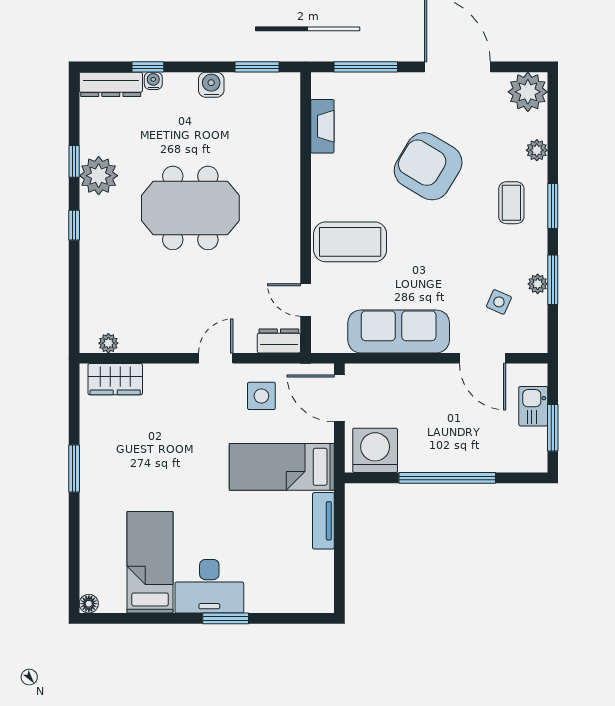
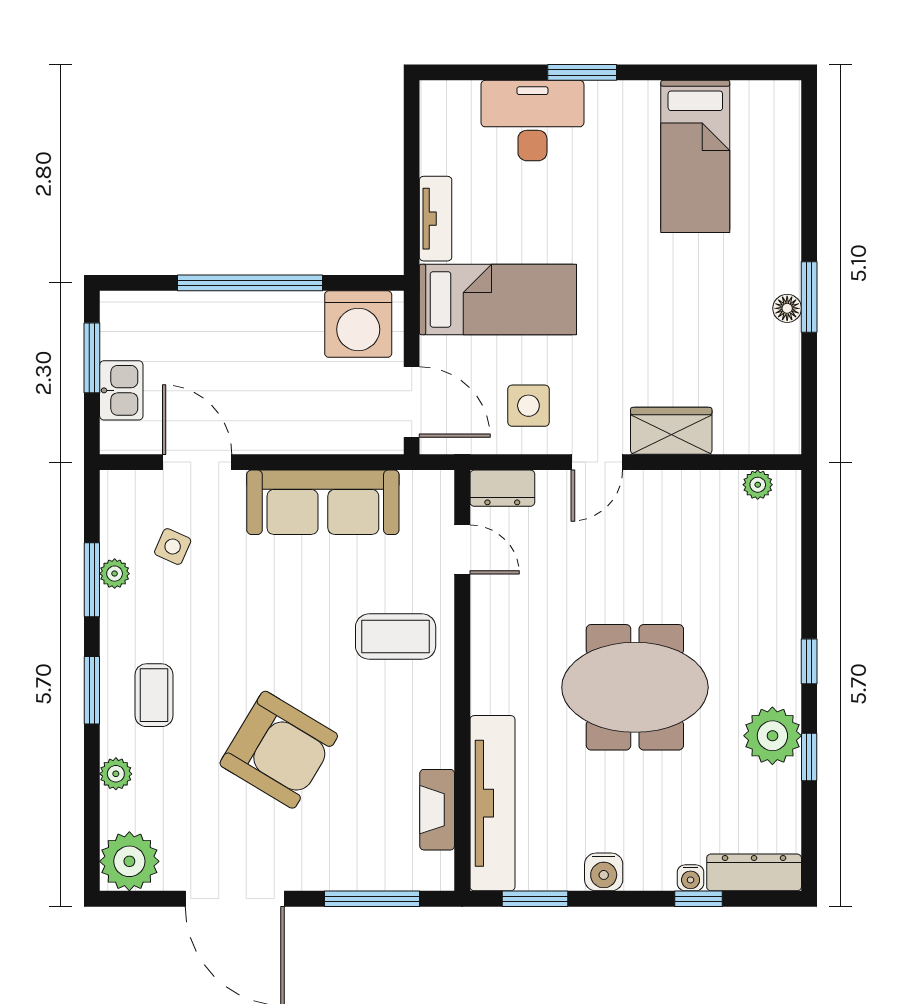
tv unit: (285, 131) -> (492, 803), added
coffee table: (350, 242) -> (396, 637), width x0.73, depth x0.76
wardrobe: (115, 379) -> (671, 431), moved
desk: (209, 586) -> (532, 121), moved
floor lamp: (89, 604) -> (787, 308), moved

